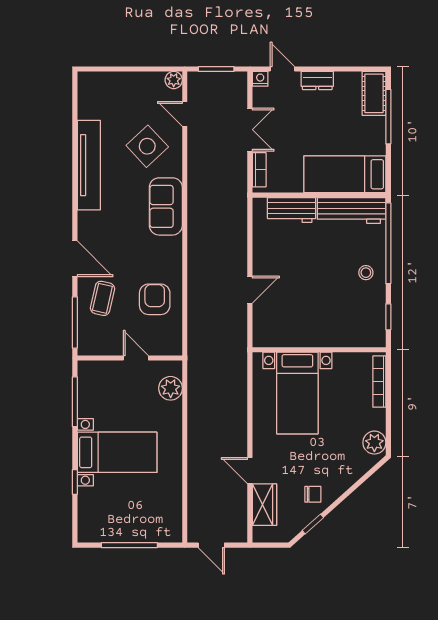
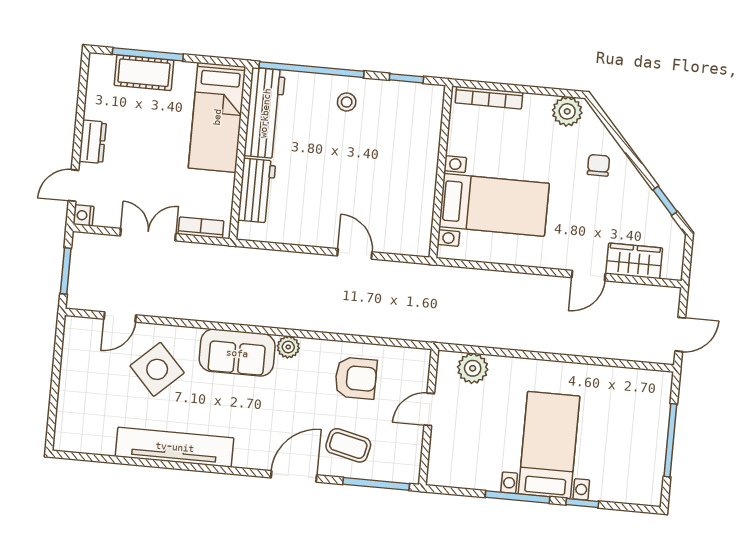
plant: (174, 80) -> (288, 347), moved
cot: (374, 93) -> (144, 73), moved
armchair: (155, 299) -> (356, 378), turned 180
window: (75, 402) -> (518, 497), moved
chair: (313, 494) -> (598, 165), moved

